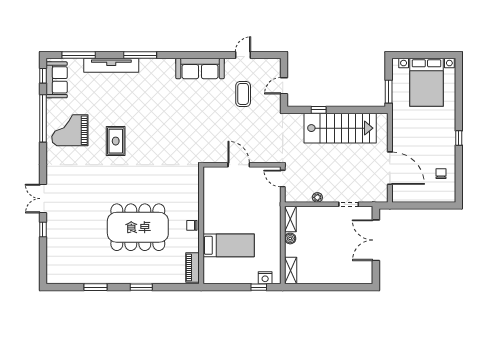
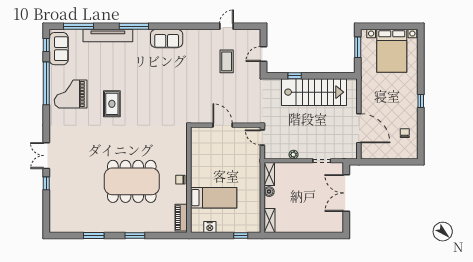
sofa: (200, 69) -> (167, 38), moved, width x0.73
window: (389, 92) -> (358, 47), moved
nightstand: (265, 278) -> (210, 227), moved

